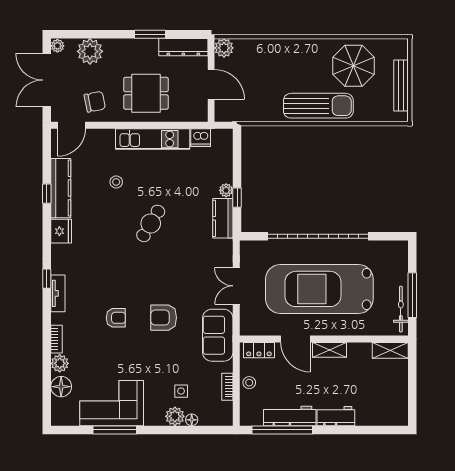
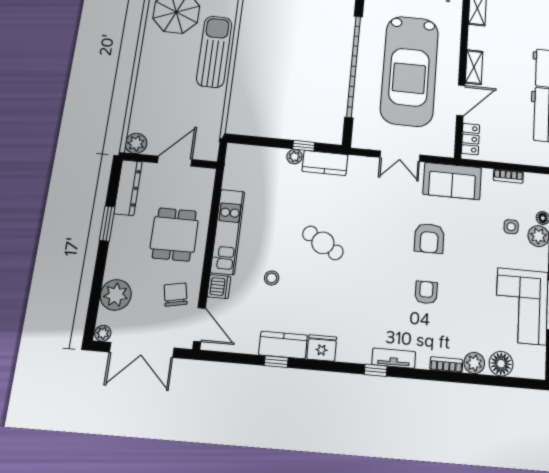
dishwasher: (201, 138) -> (219, 287), moved
kitchen counter: (61, 188) -> (283, 345), width x0.67
stool: (249, 383) -> (505, 153), removed

